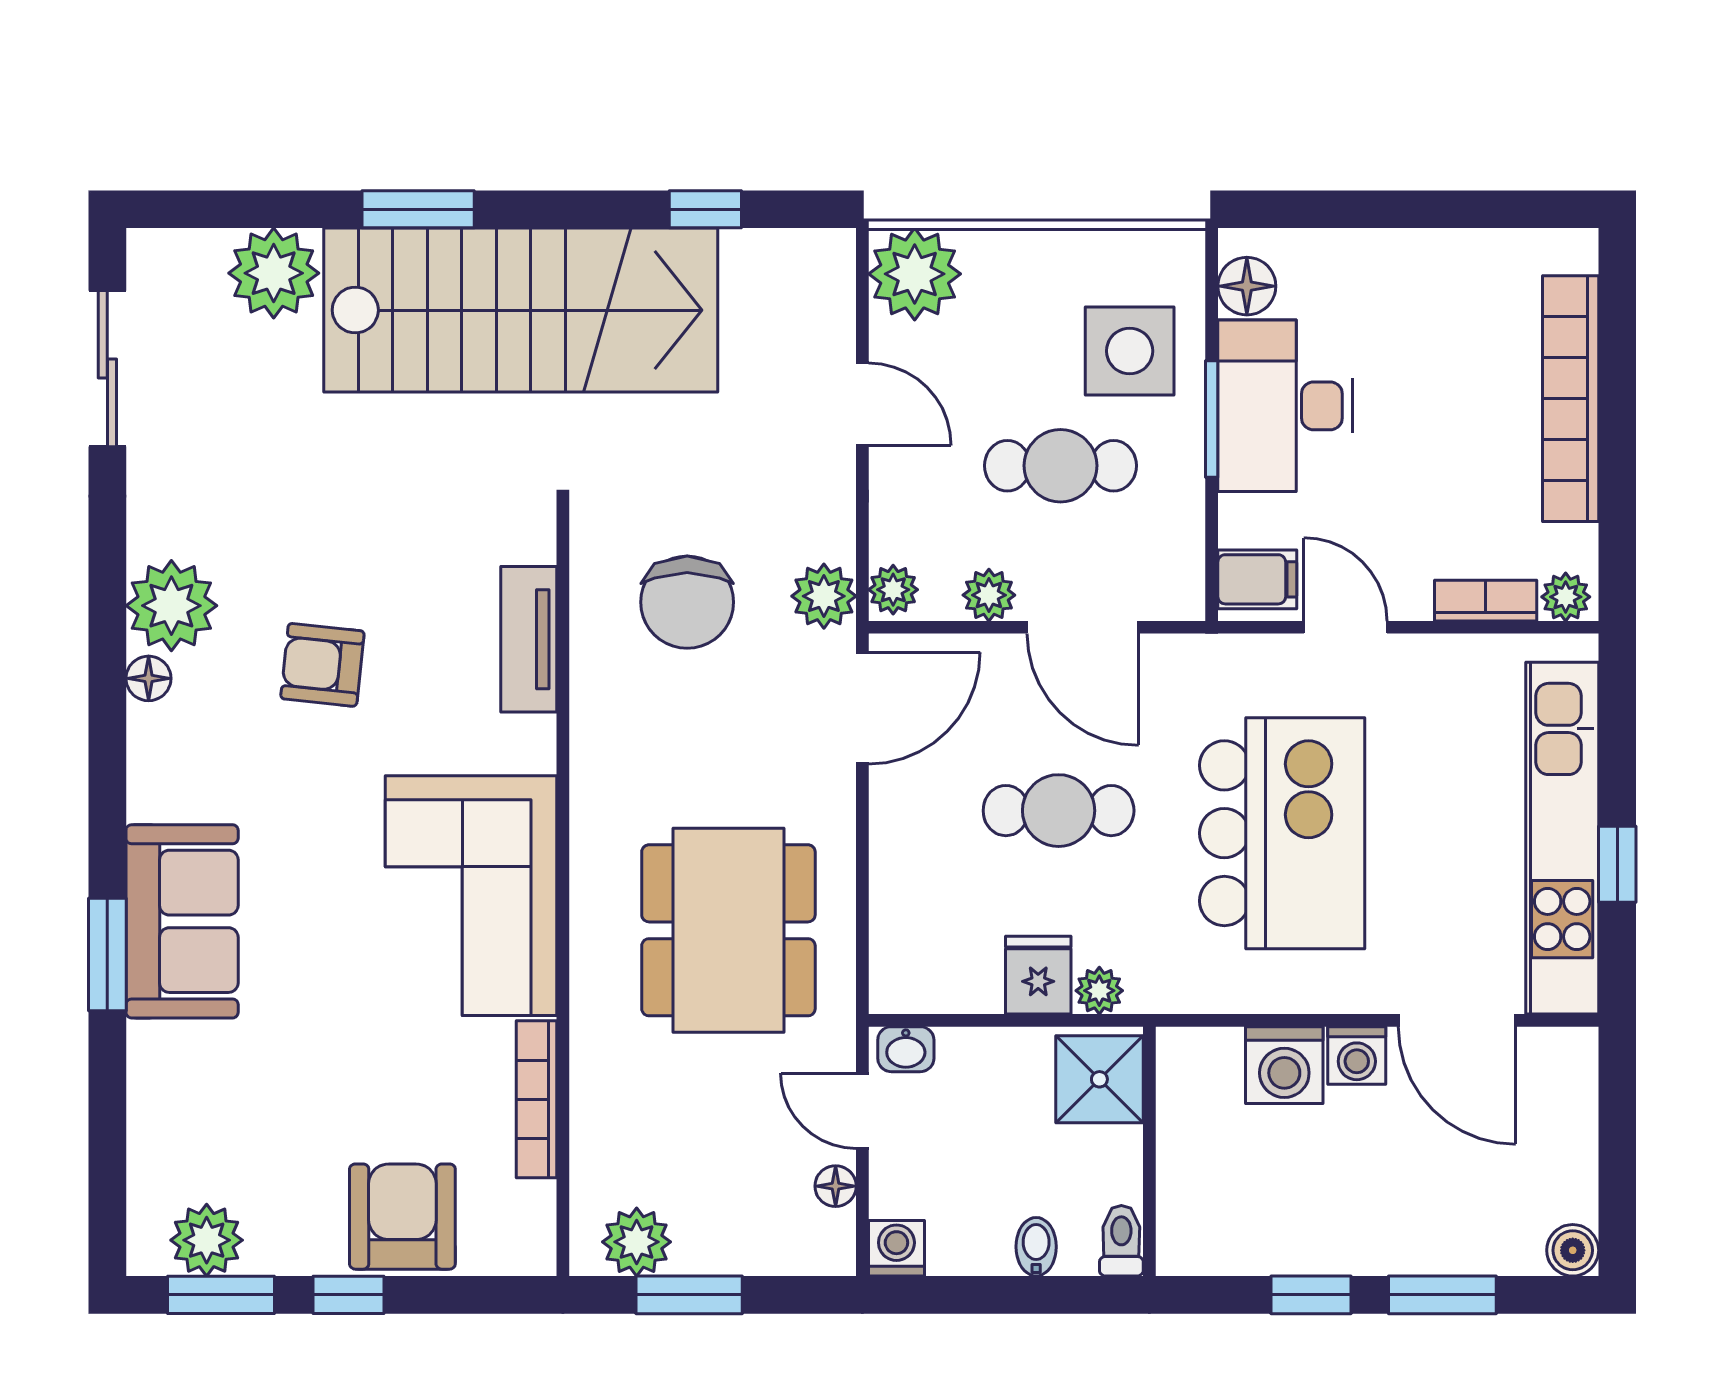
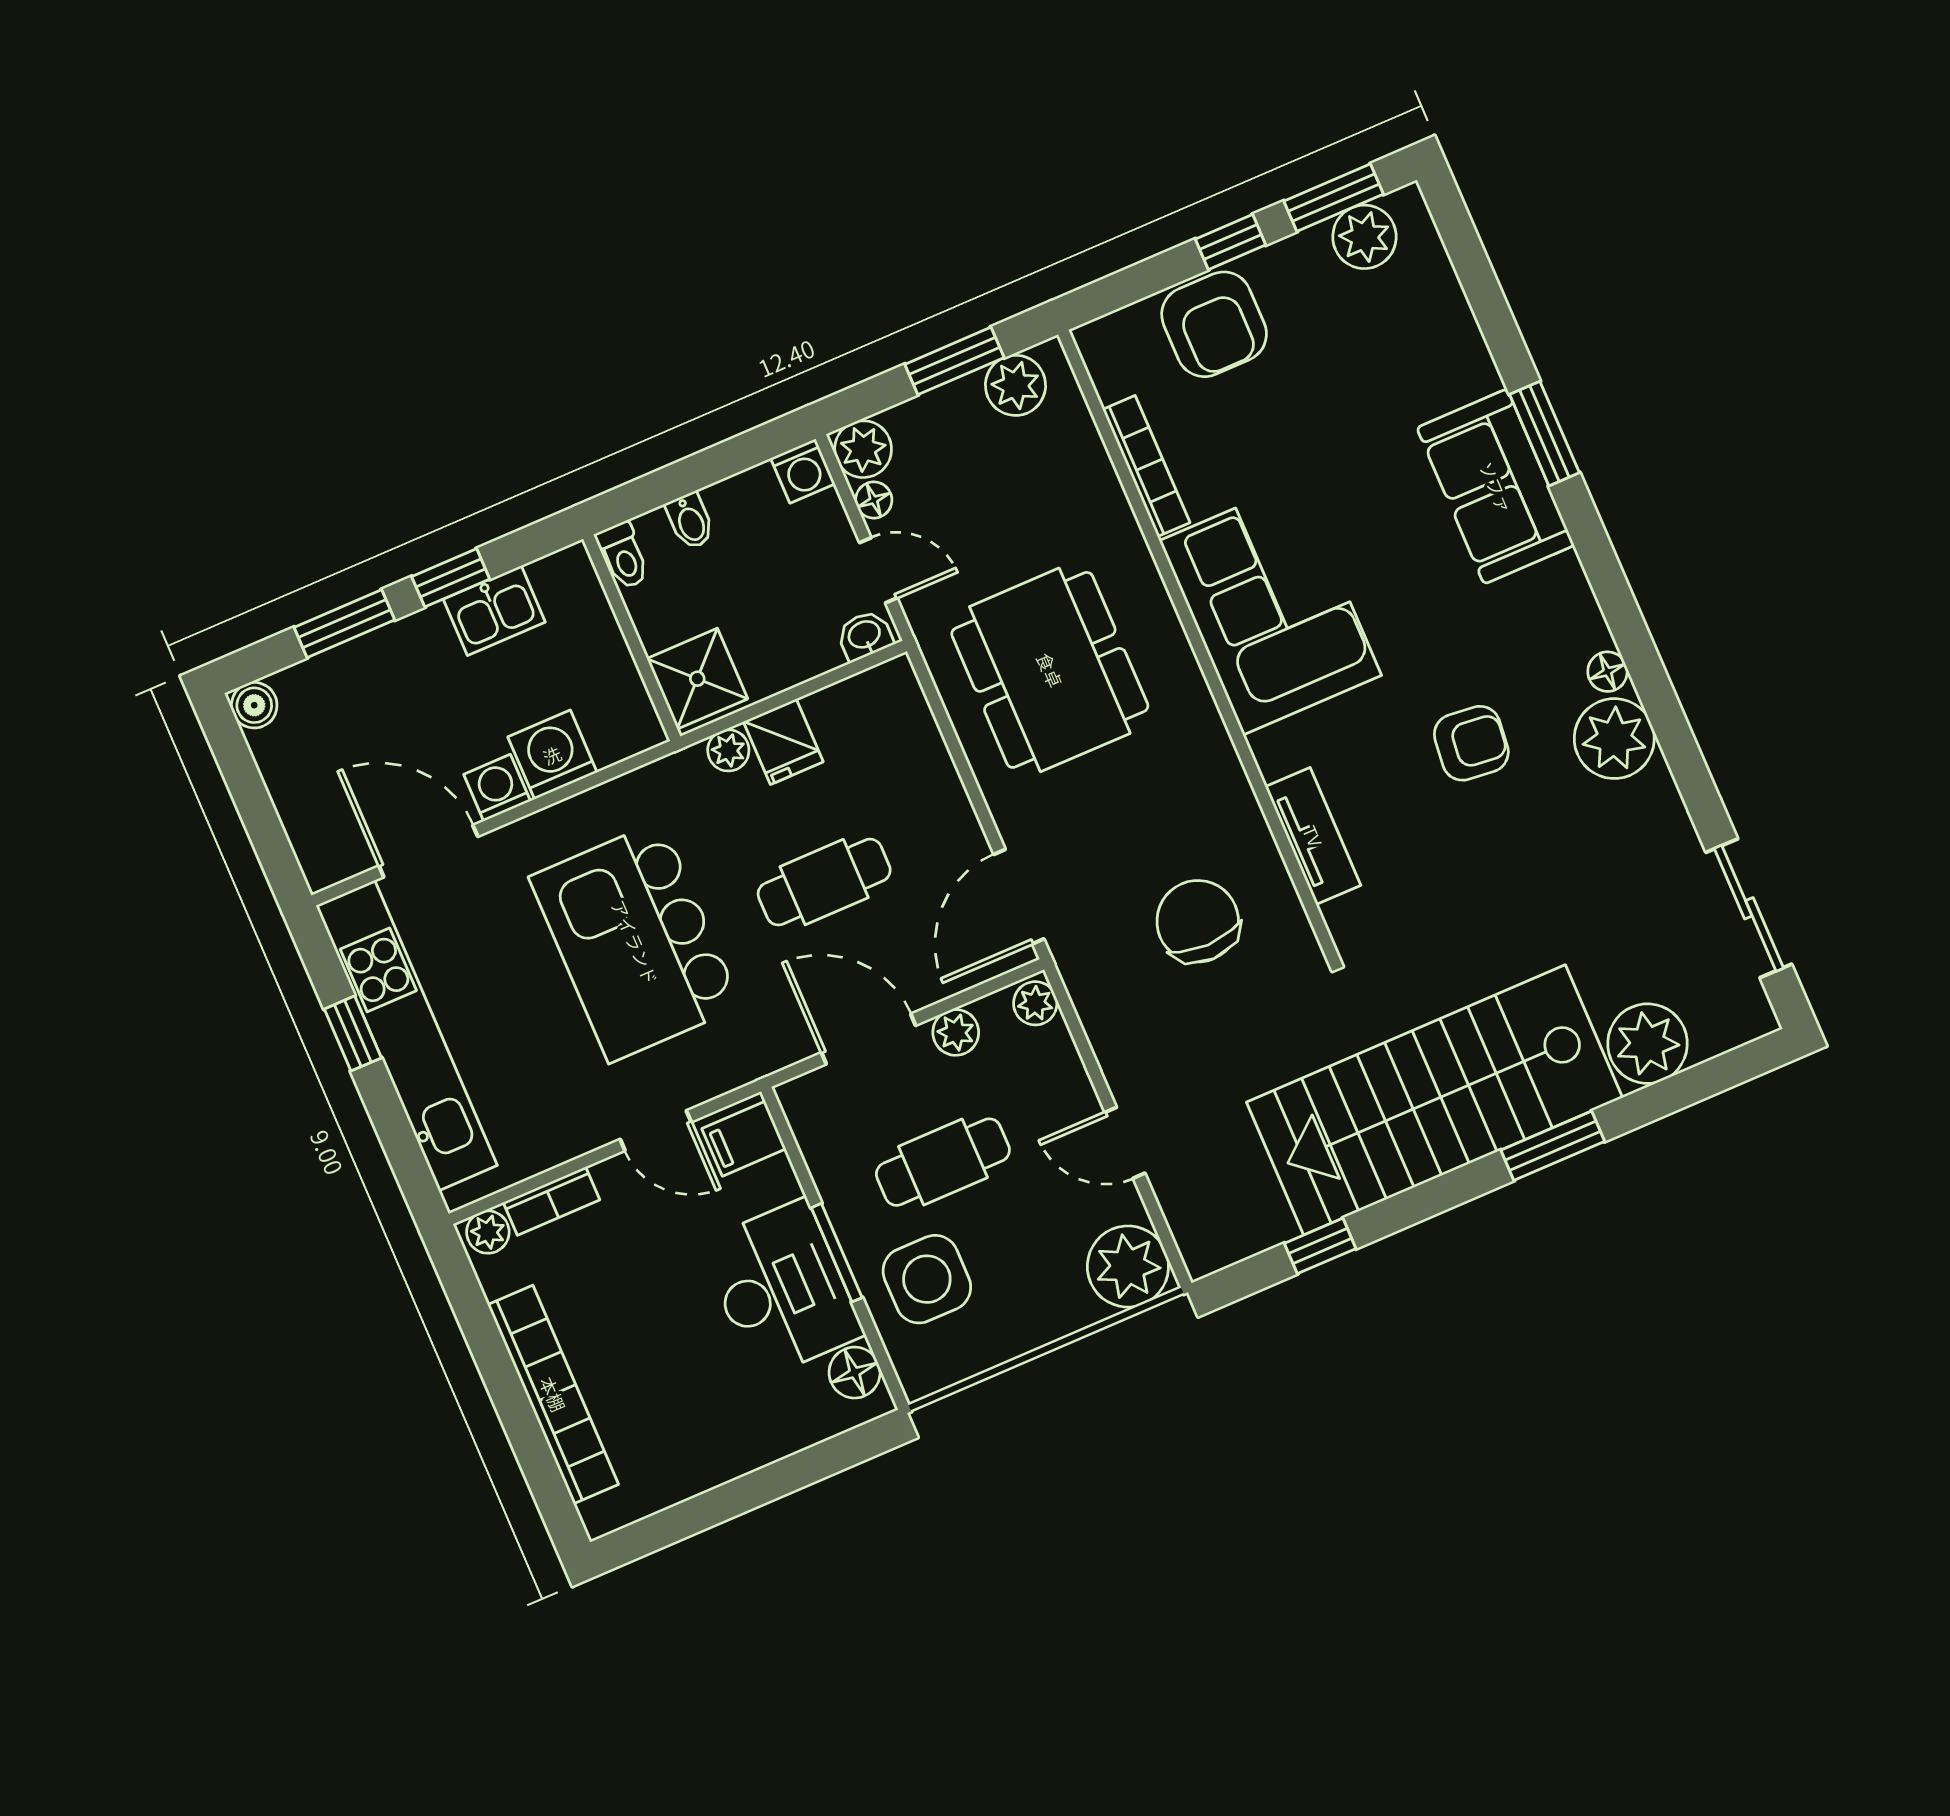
plant: (824, 596) -> (863, 449), moved
kitchen sink: (1280, 1241) -> (494, 611), added

